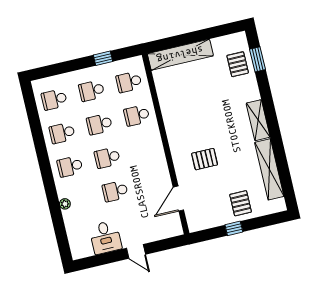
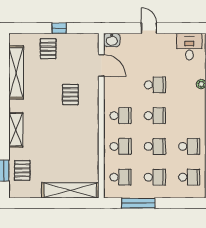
window: (103, 58) -> (138, 203), width x2.17
shelving: (258, 120) -> (16, 130), moved
pallet: (205, 159) -> (70, 95), turned 90
school desk: (70, 166) -> (121, 116), moved
door: (178, 199) -> (101, 66), hinge flipped
washbasin: (173, 229) -> (112, 40), added
desk: (105, 237) -> (189, 47), moved

